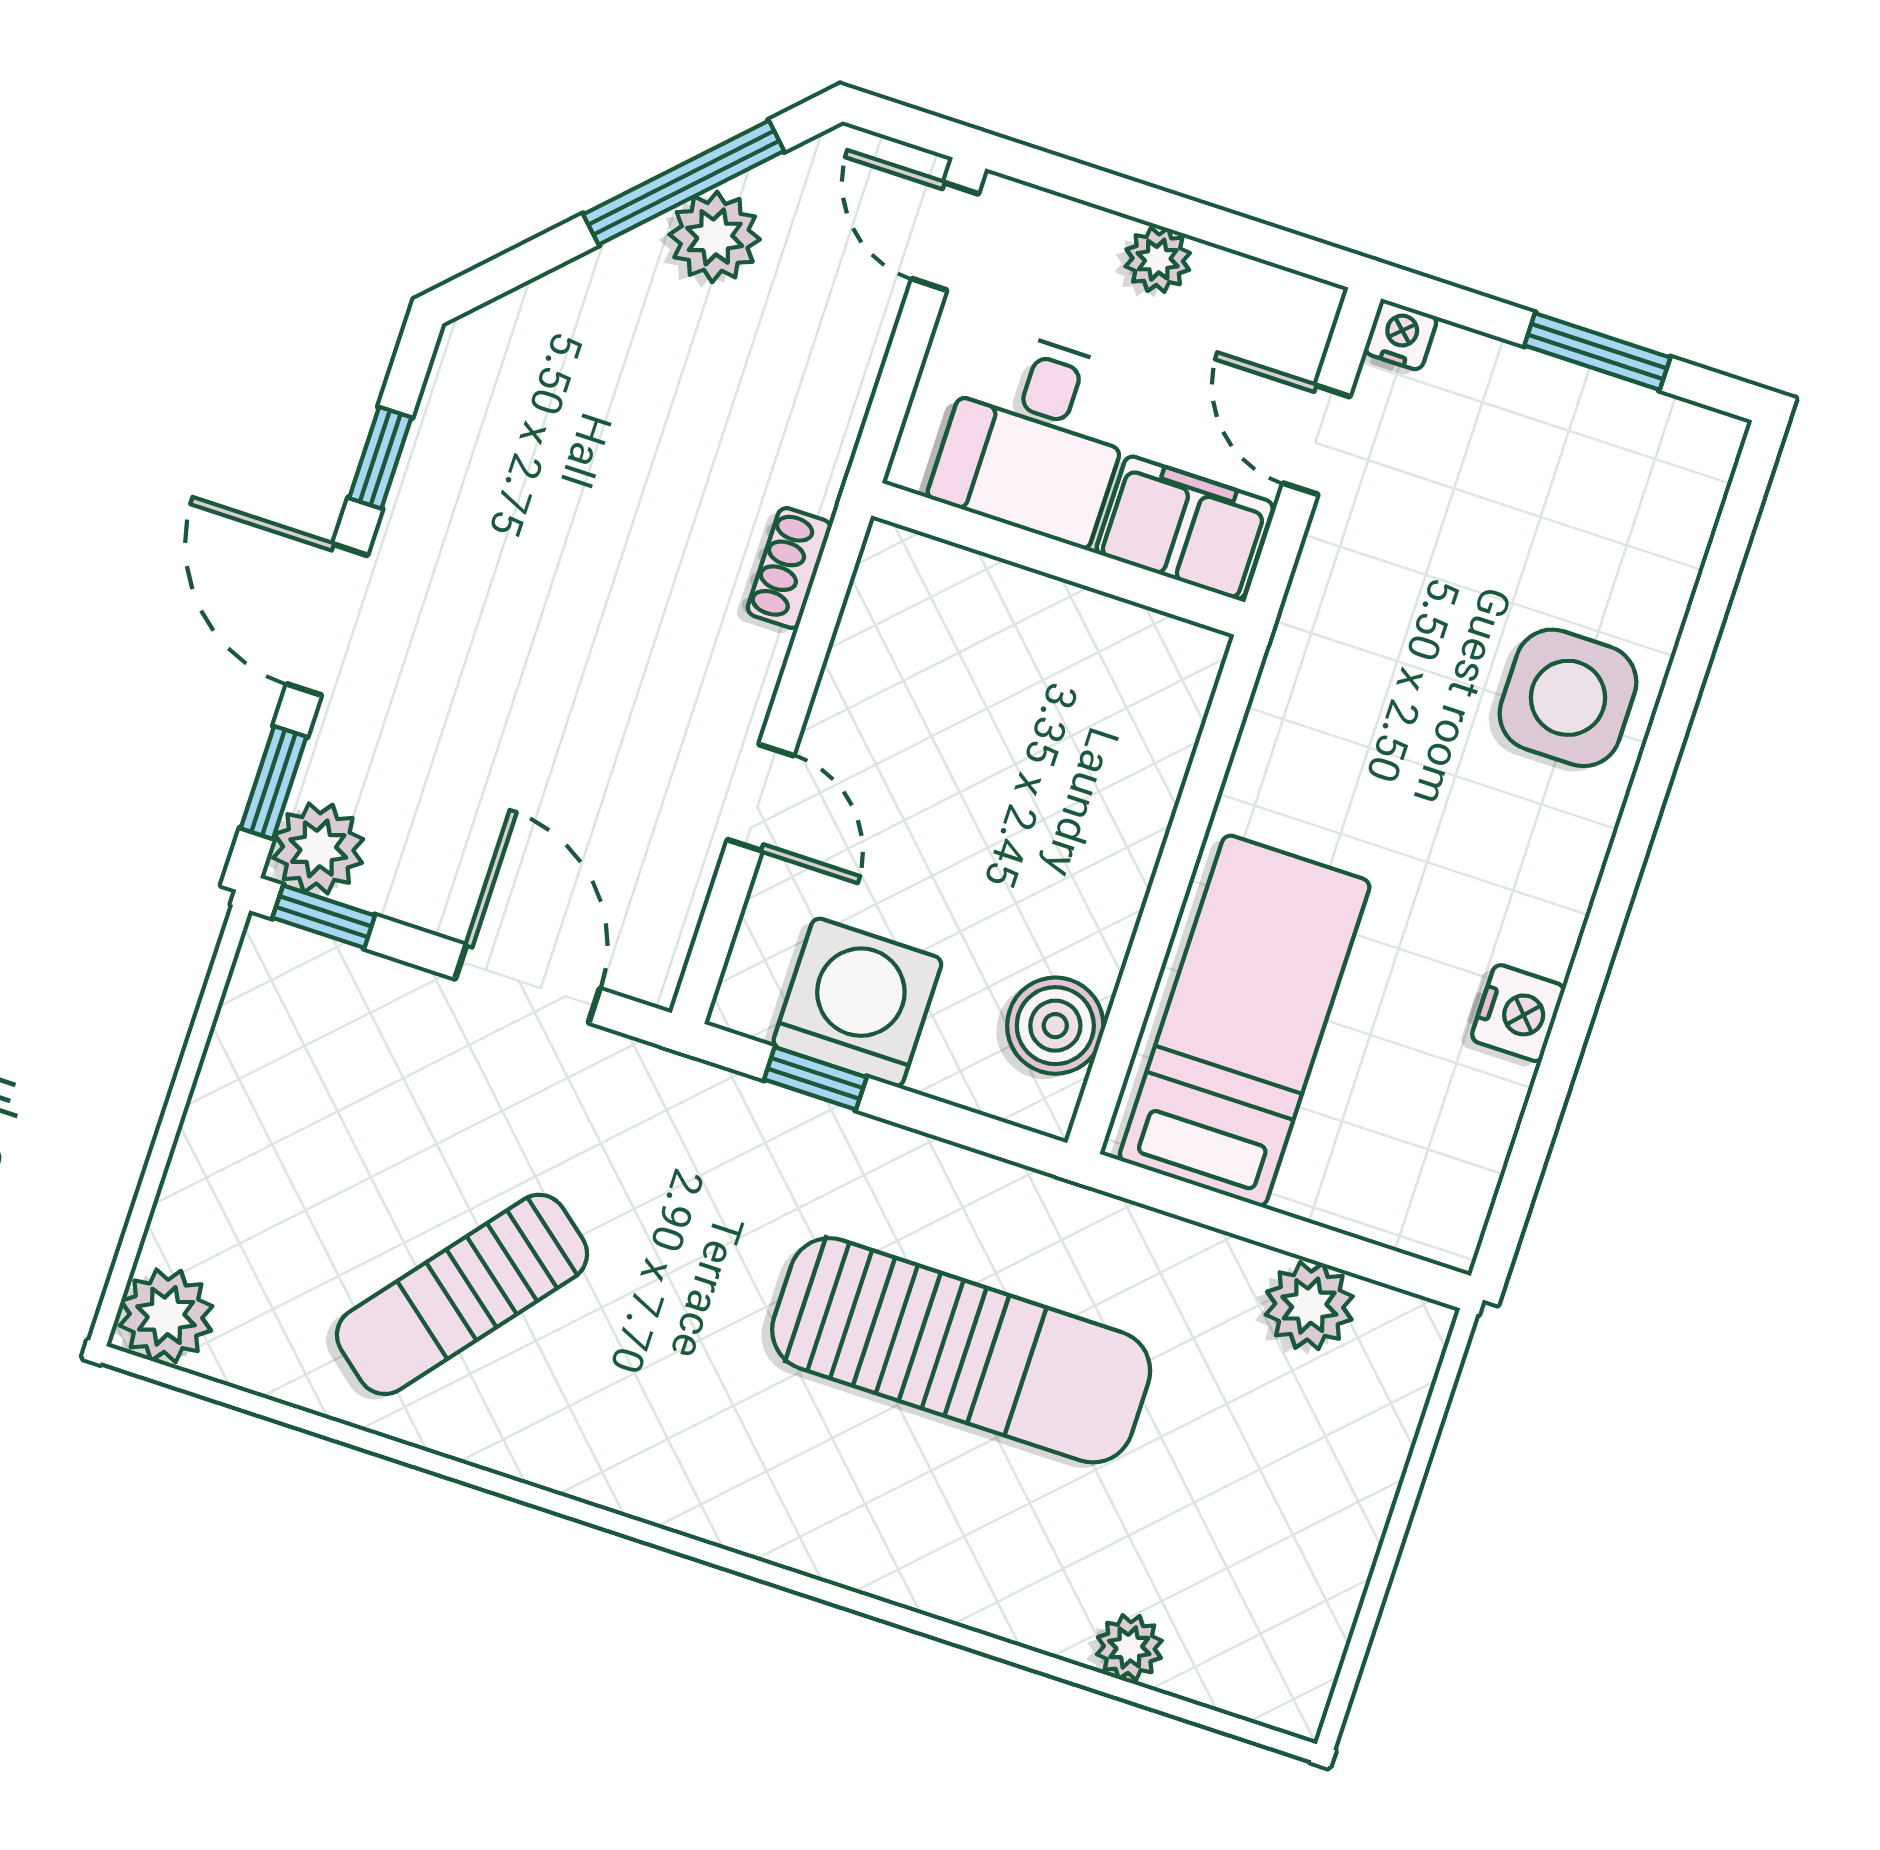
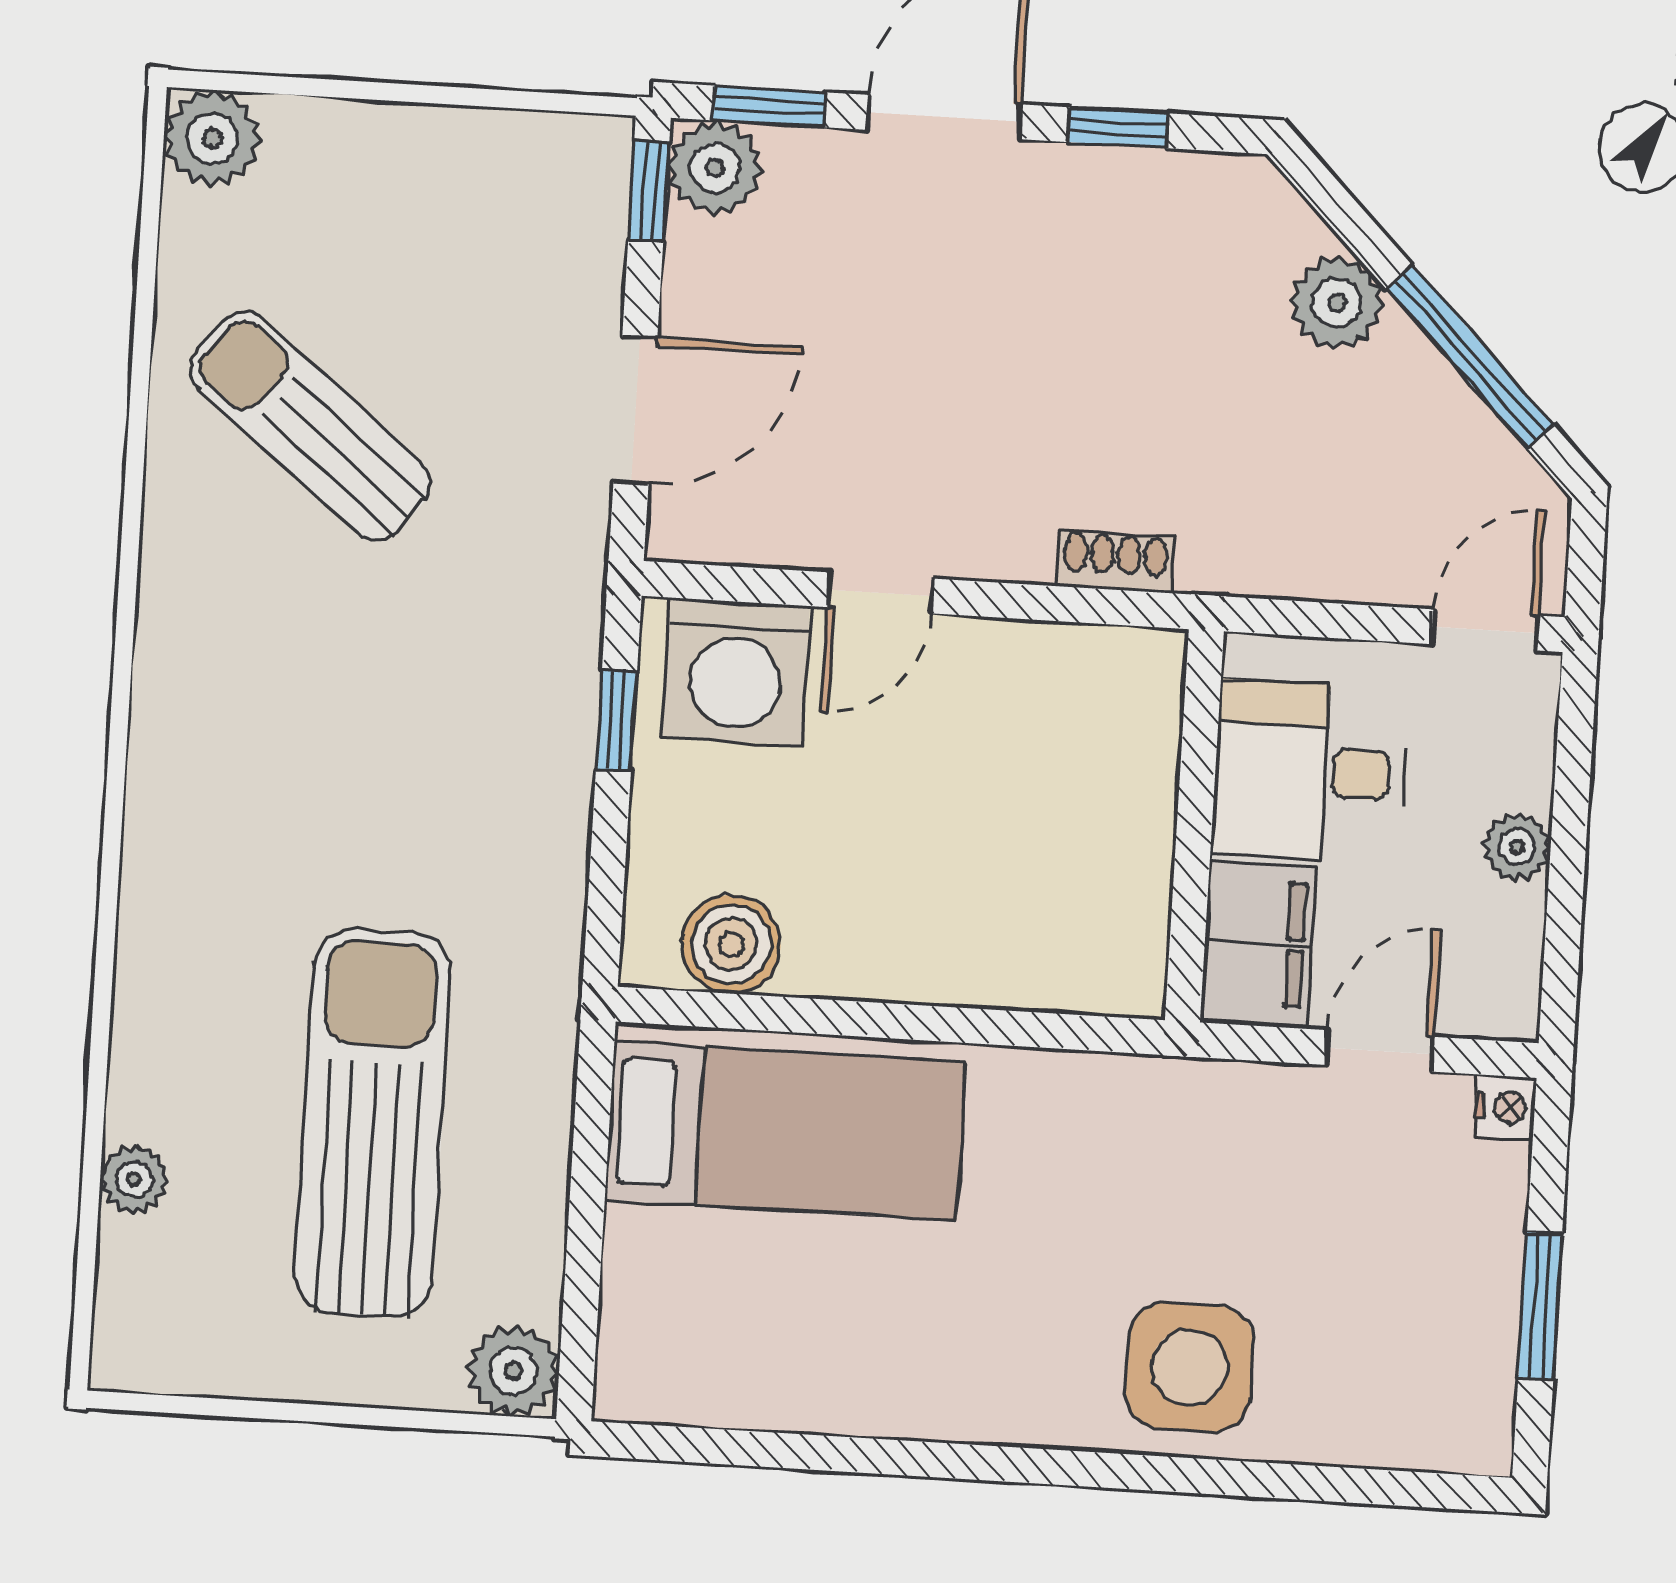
plant: (715, 237) -> (1337, 303), moved
washing machine: (857, 1002) -> (736, 672), moved, turned 90
nightstand: (1518, 1013) -> (864, 1400), removed
plant: (1309, 1306) -> (513, 1371), moved
sun lounger: (961, 1350) -> (373, 1123), moved, turned 180

